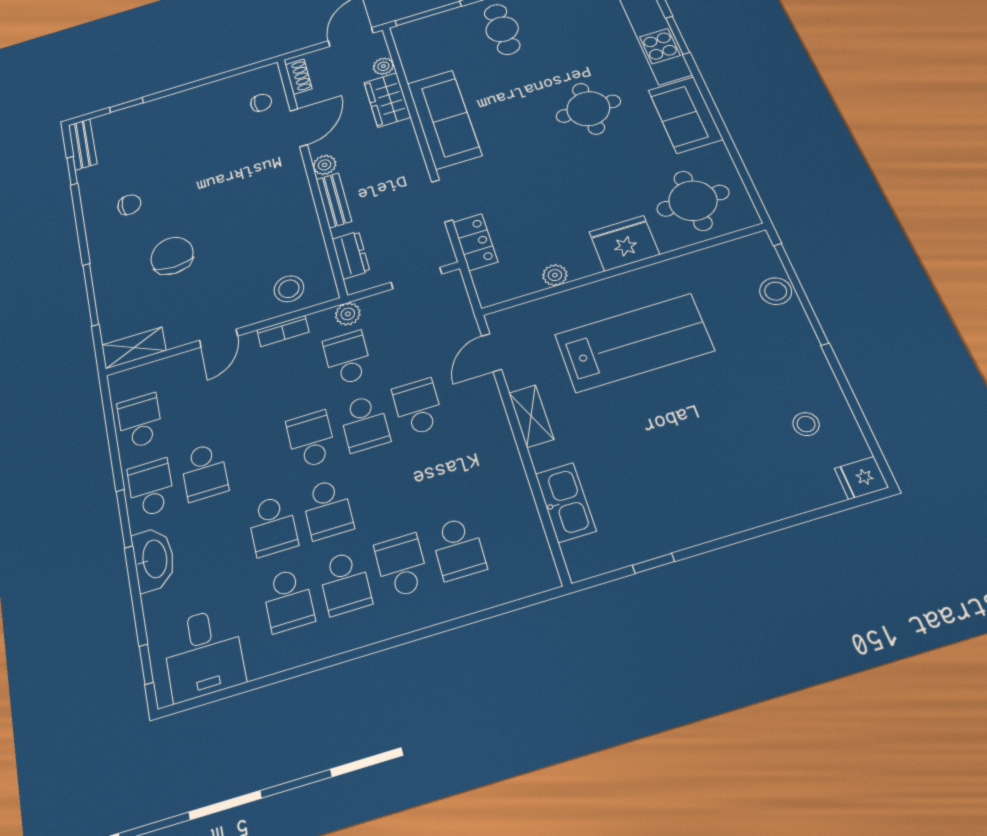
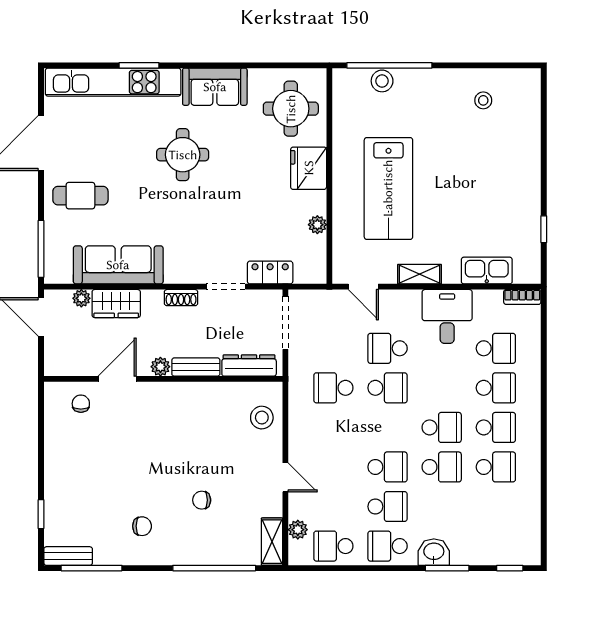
shoe rack: (299, 77) -> (181, 298), moved, turned 180
sofa: (444, 119) -> (118, 265), moved
door: (299, 128) -> (117, 379), hinge flipped
window: (72, 171) -> (92, 568), width x2.17
chair: (129, 205) -> (142, 526), turned 90
dresser: (351, 255) -> (249, 366), width x1.44
chair: (172, 256) -> (202, 500), width x0.54, depth x0.54
doorway: (416, 278) -> (285, 323), width x1.38
window: (91, 294) -> (214, 568), width x1.46
plant: (348, 314) -> (298, 530), moved
bookcase: (283, 331) -> (522, 297), moved, turned 90
lab bench: (634, 343) -> (388, 188), turned 180
school desk: (311, 439) -> (388, 467), moved, turned 180
fridge: (861, 478) -> (530, 82), removed
window: (124, 518) -> (447, 568), moved
washbasin: (154, 559) -> (434, 552), width x0.72
school desk: (402, 566) -> (496, 388), turned 180
desk: (203, 653) -> (447, 316), moved, turned -90

